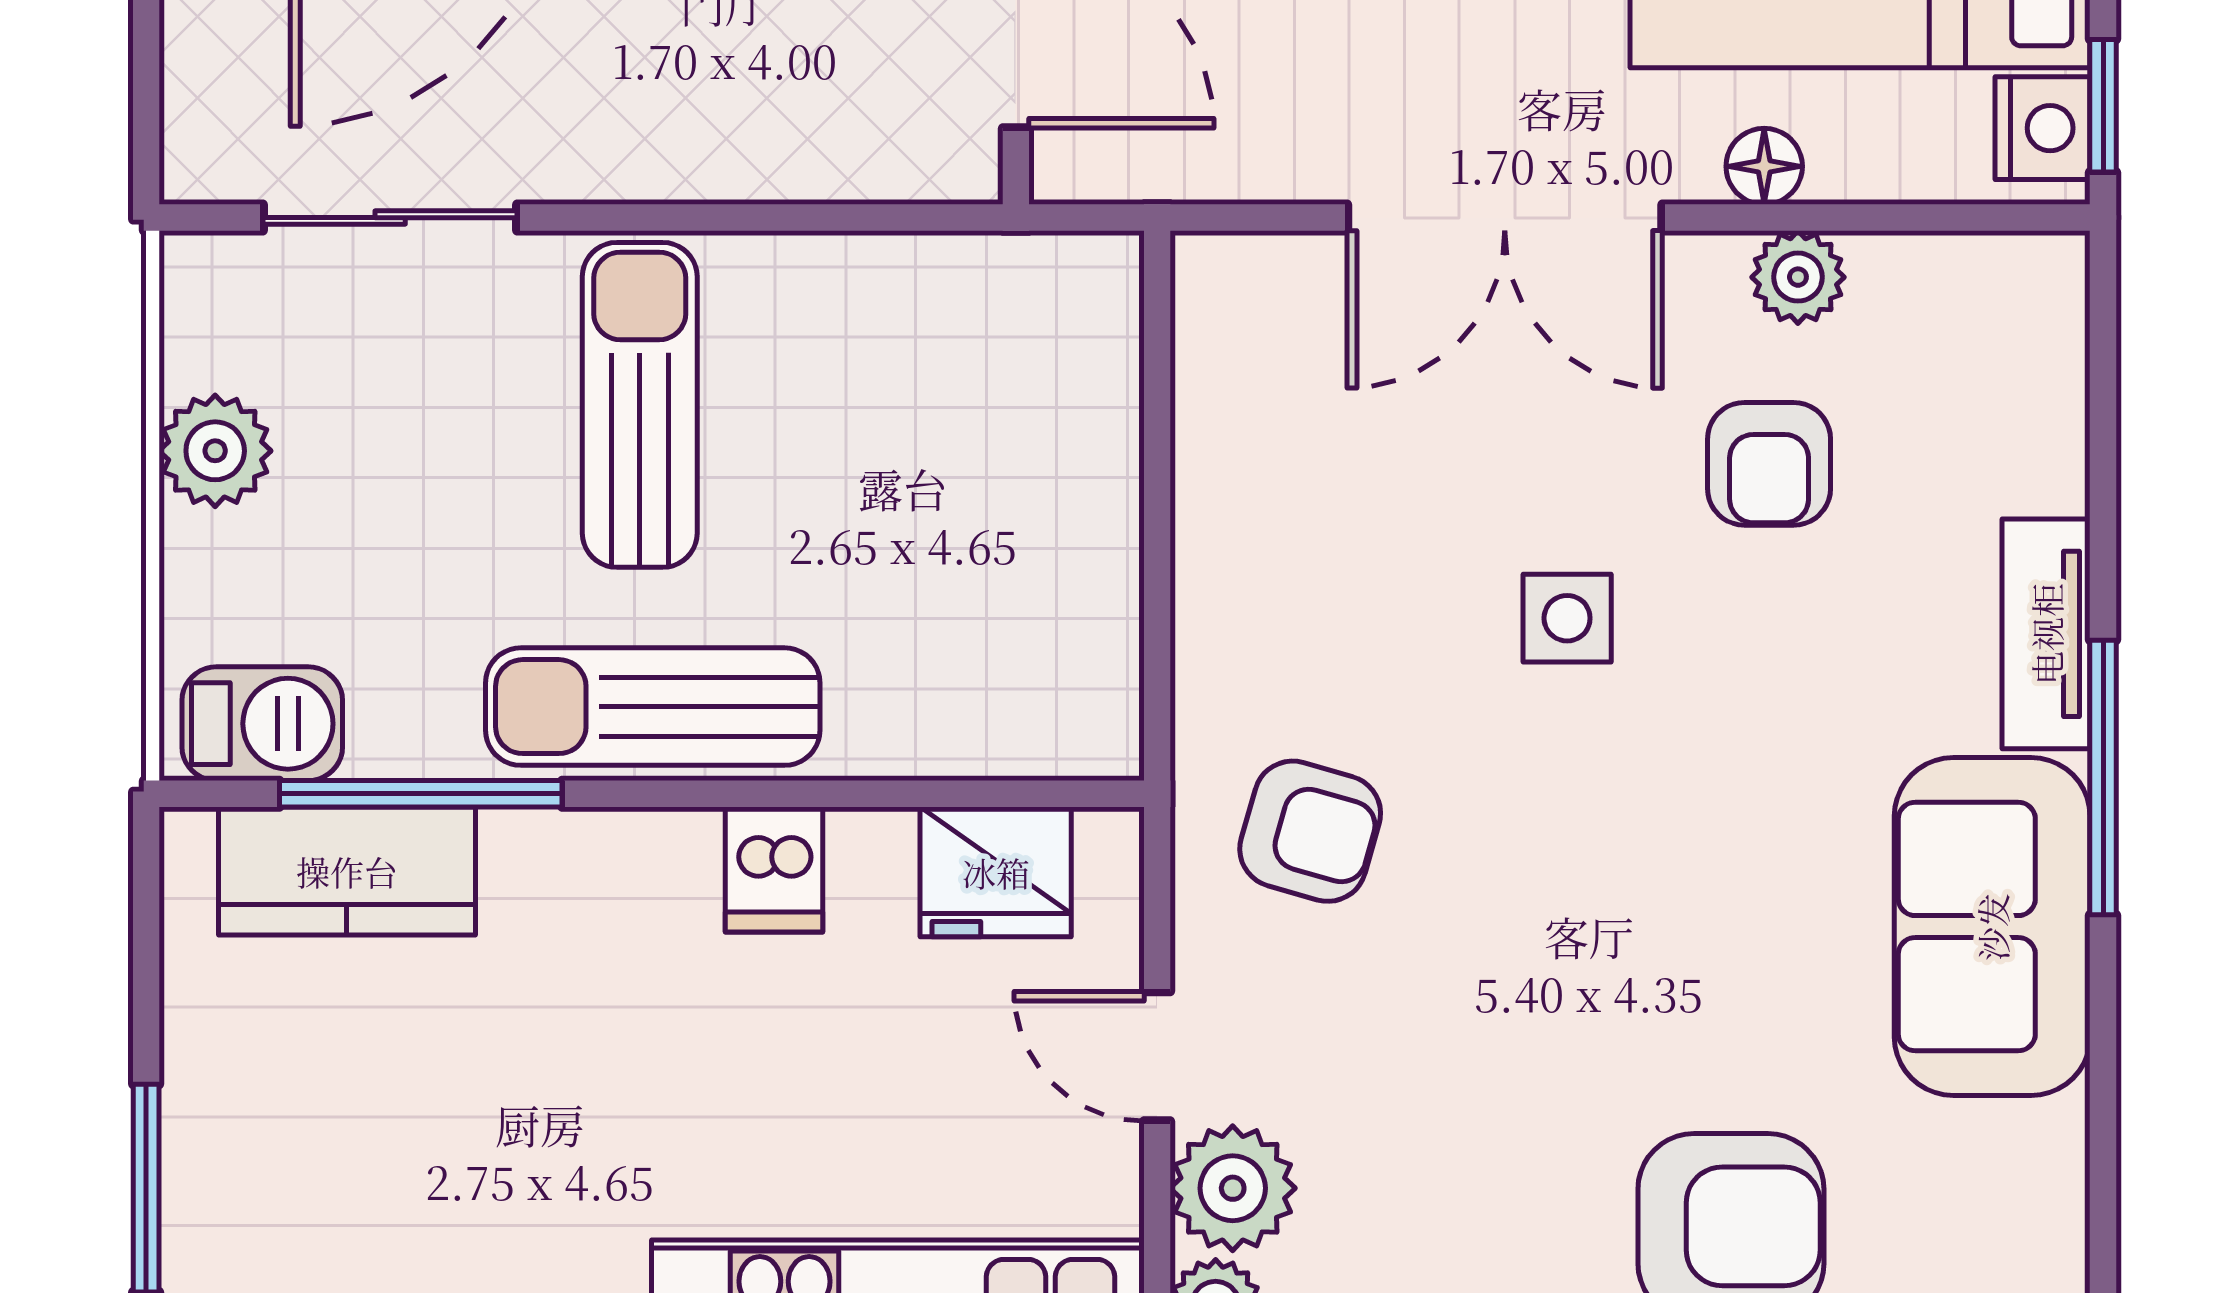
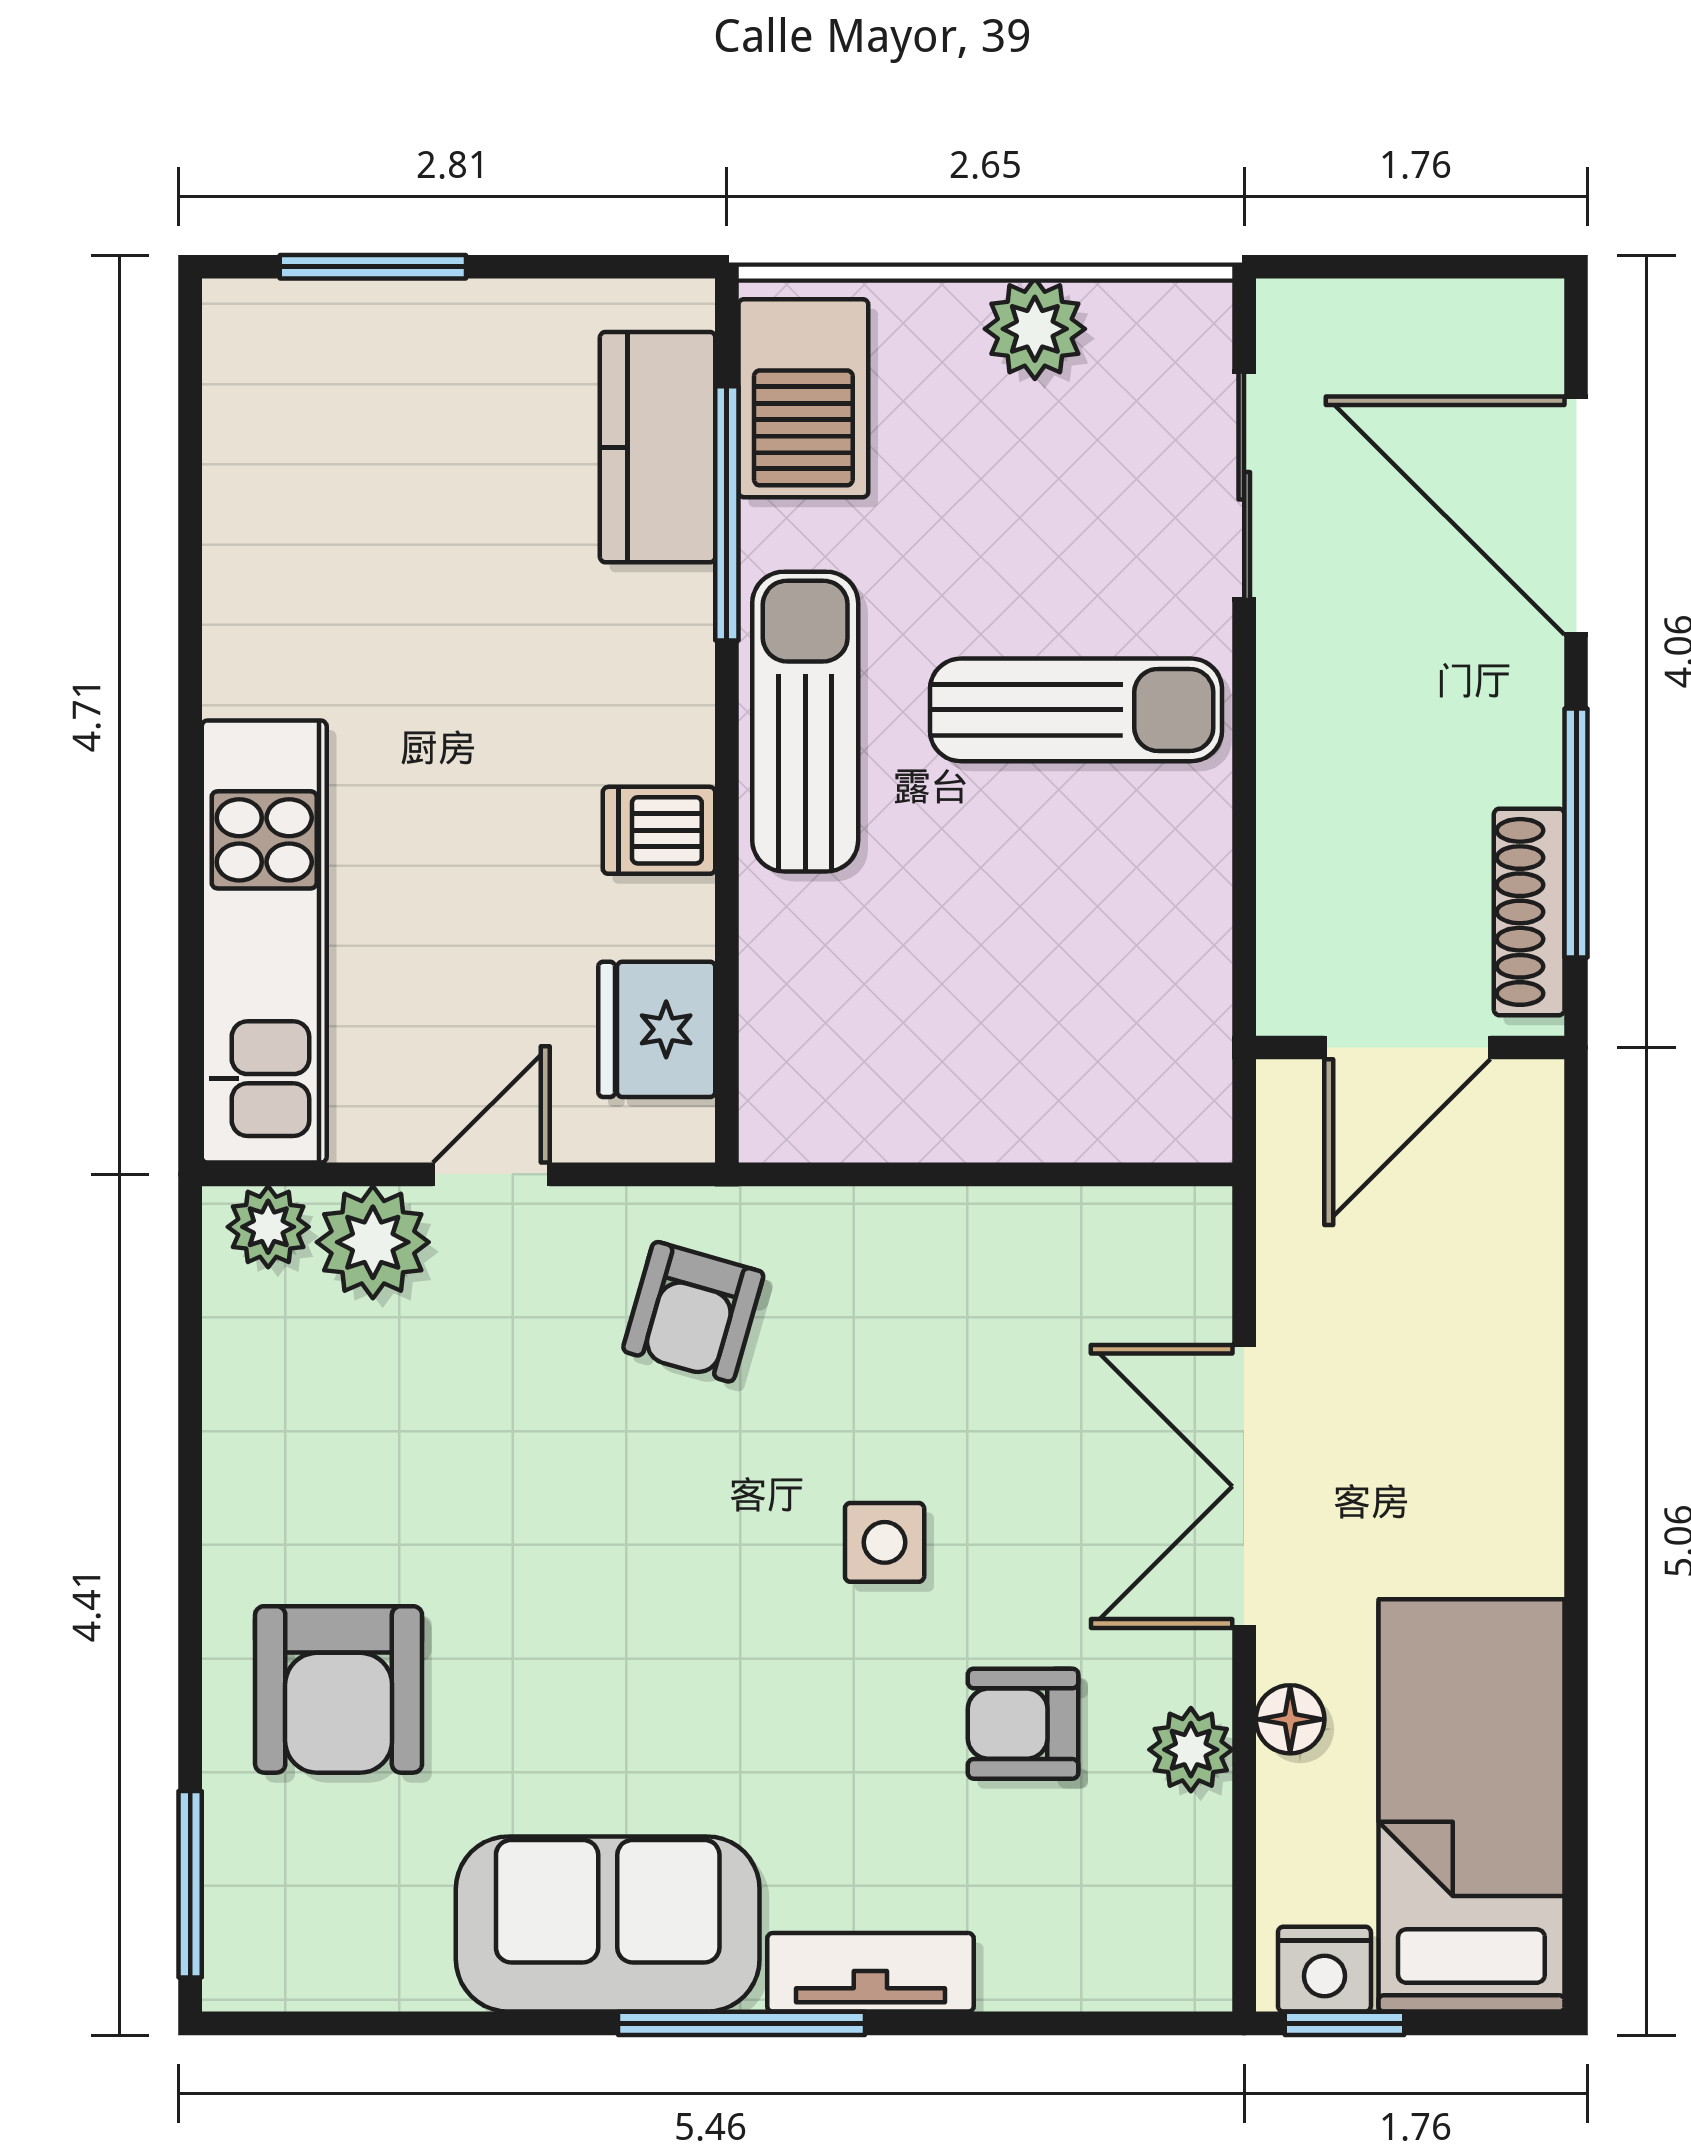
barbecue: (262, 724) -> (803, 398), width x1.38, depth x1.27

